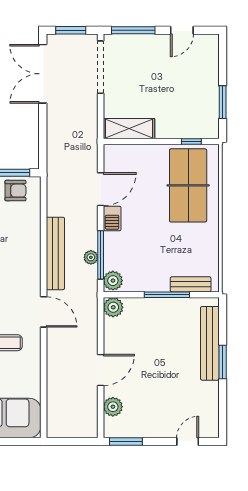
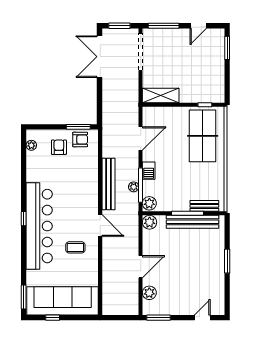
window: (223, 102) -> (227, 48), moved
barbecue: (112, 218) -> (149, 171), moved
bench: (210, 343) -> (192, 222), moved, turned 90

